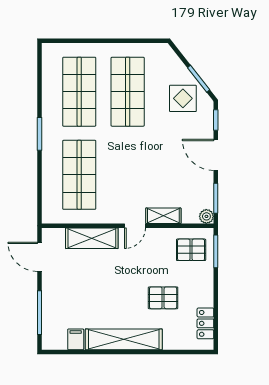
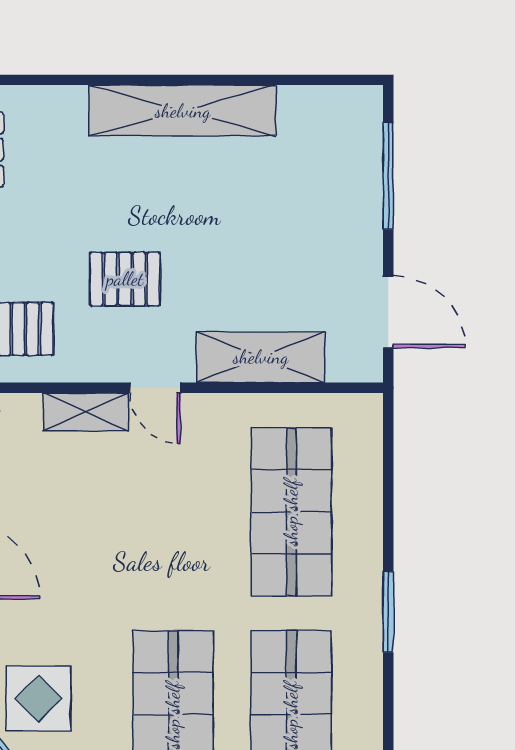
door: (135, 226) -> (155, 388), swing flipped
pallet: (163, 298) -> (125, 279), moved
filing cabinet: (76, 339) -> (300, 111), removed

